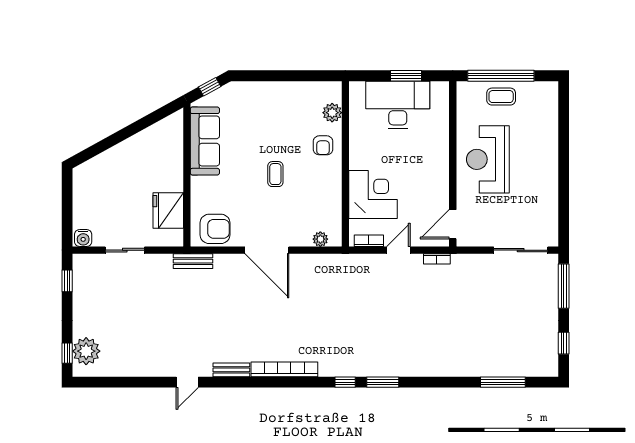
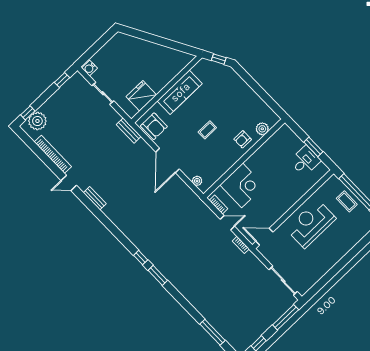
desk: (398, 105) -> (305, 161), width x0.53, depth x0.77
sofa: (205, 141) -> (180, 92), moved
bookcase: (284, 369) -> (53, 154), moved

